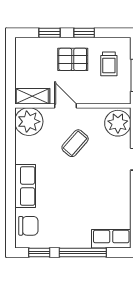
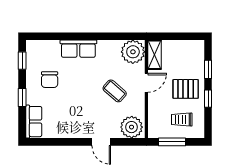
pallet: (73, 59) -> (186, 89), turned 90
chair: (28, 226) -> (50, 80), moved
window: (83, 252) -> (22, 97), width x0.46

